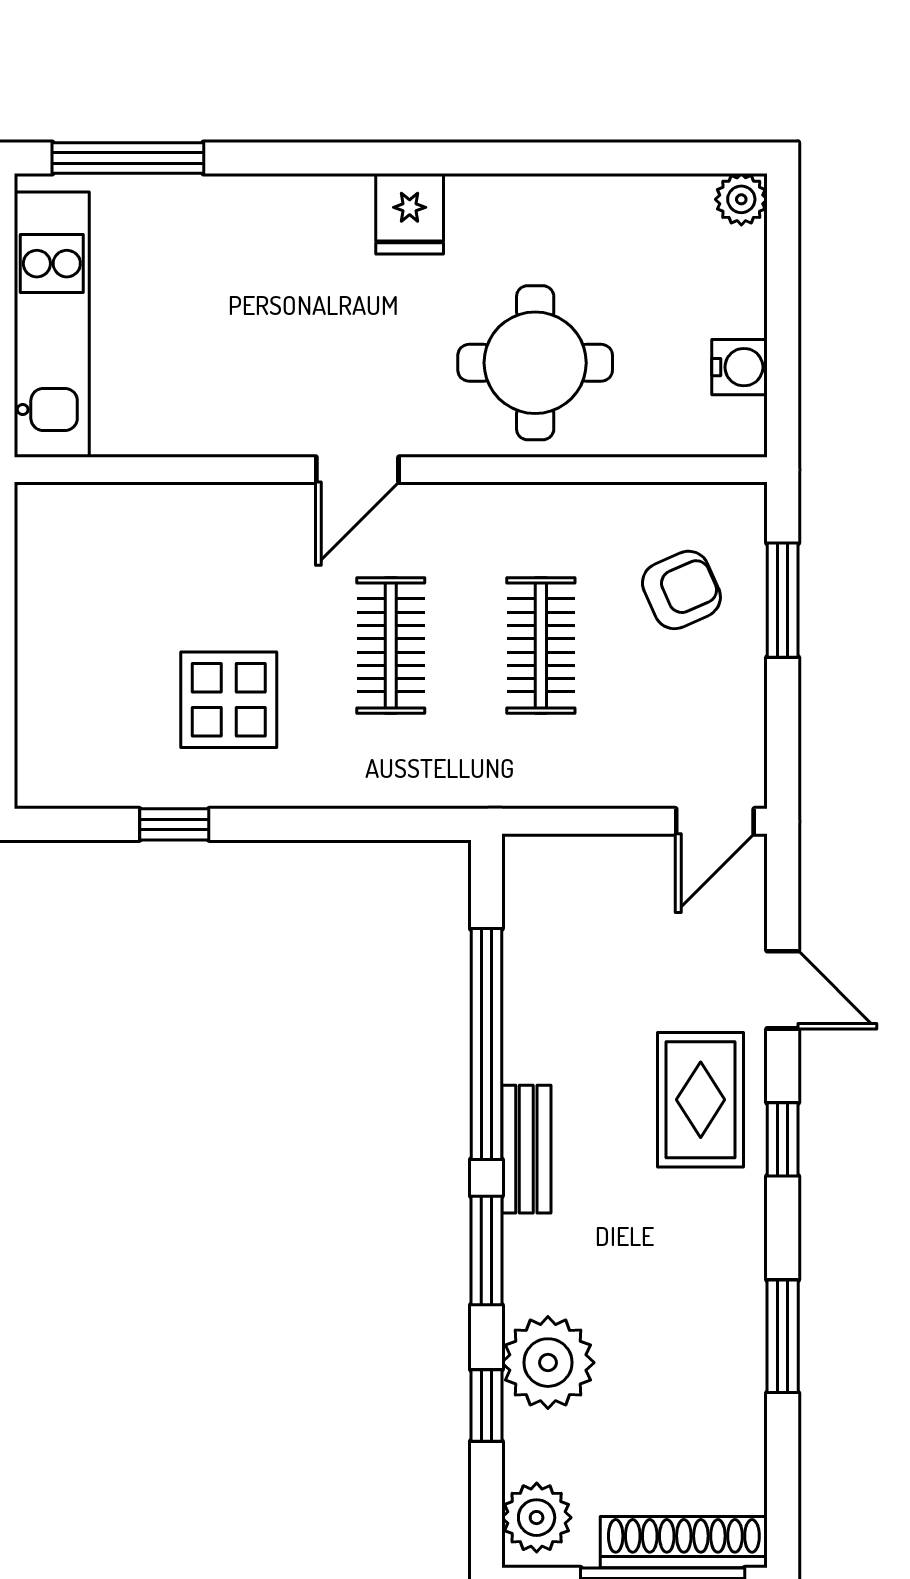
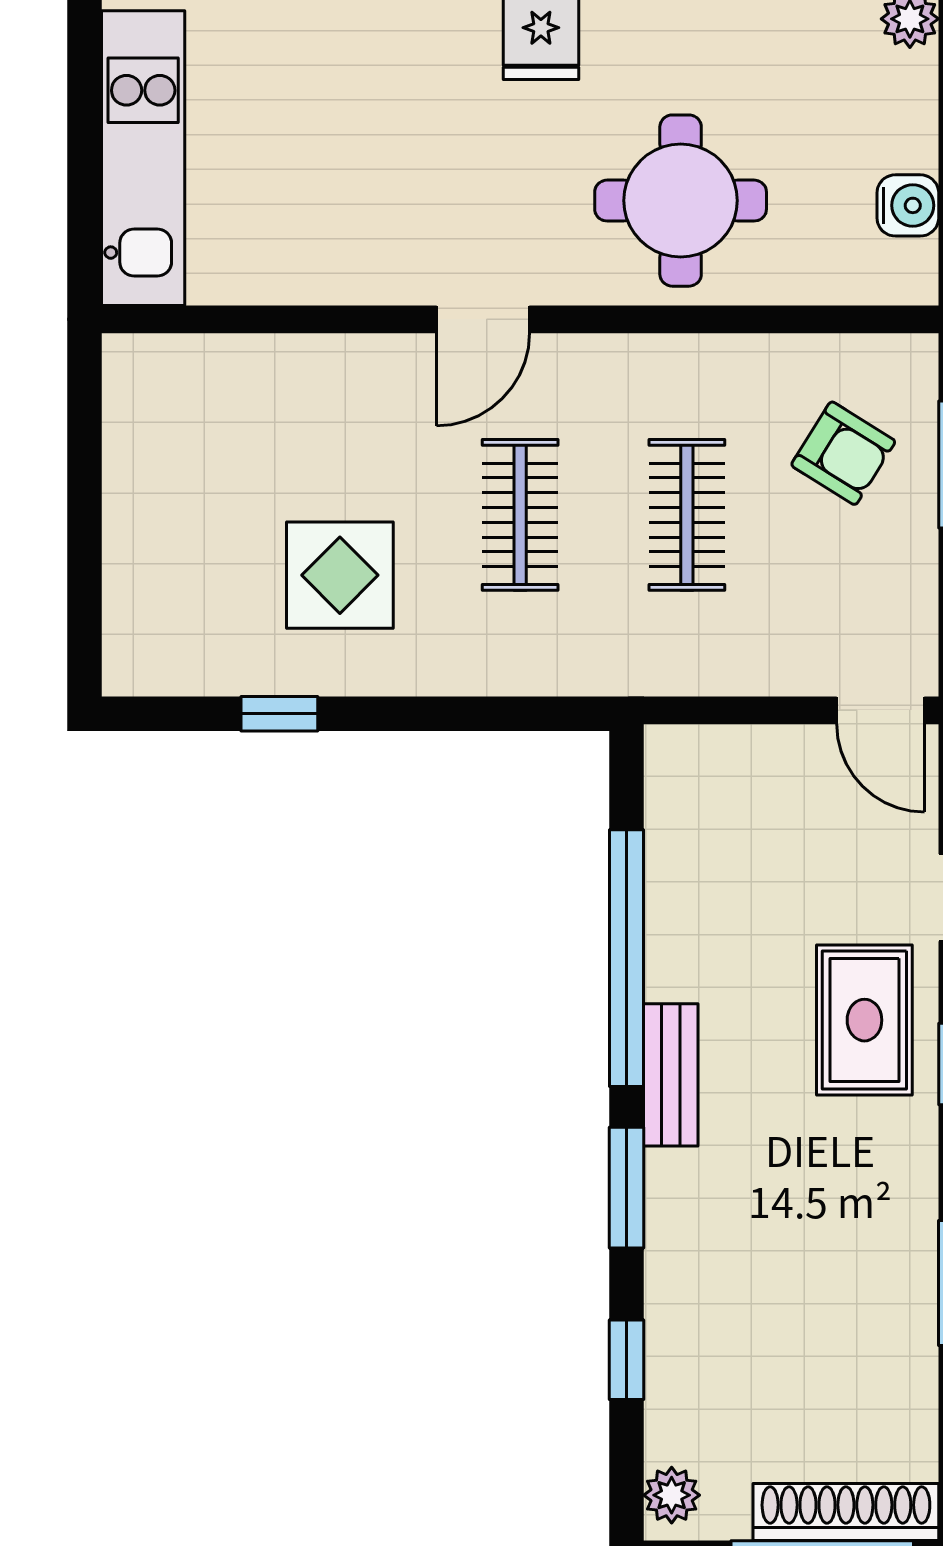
armchair: (681, 590) -> (843, 453), turned 56
door: (715, 821) -> (881, 710), hinge flipped
plant: (548, 1363) -> (695, 1312), removed
plant: (537, 1518) -> (672, 1495), width x0.73, depth x0.73

